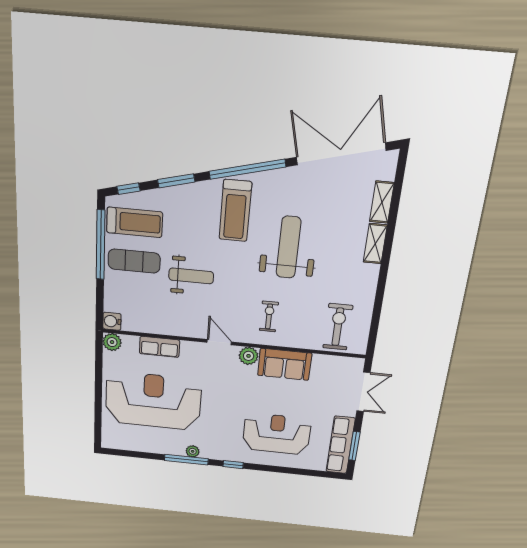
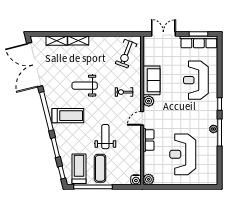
weight bench: (289, 247) -> (85, 86), width x0.73, depth x0.75
exercise bike: (338, 327) -> (126, 54), turned -69
row of seats: (159, 347) -> (148, 140), moved
reception desk: (153, 401) -> (183, 154), width x0.74, depth x0.77

